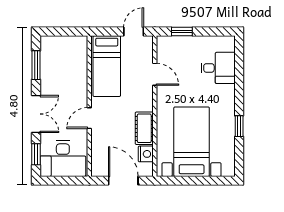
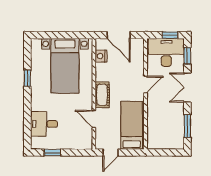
window: (182, 32) -> (52, 153), moved
cot: (144, 128) -> (102, 95), moved
window: (58, 181) -> (170, 35), added

